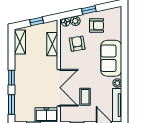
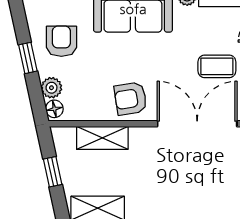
armchair: (77, 44) -> (131, 99), moved

